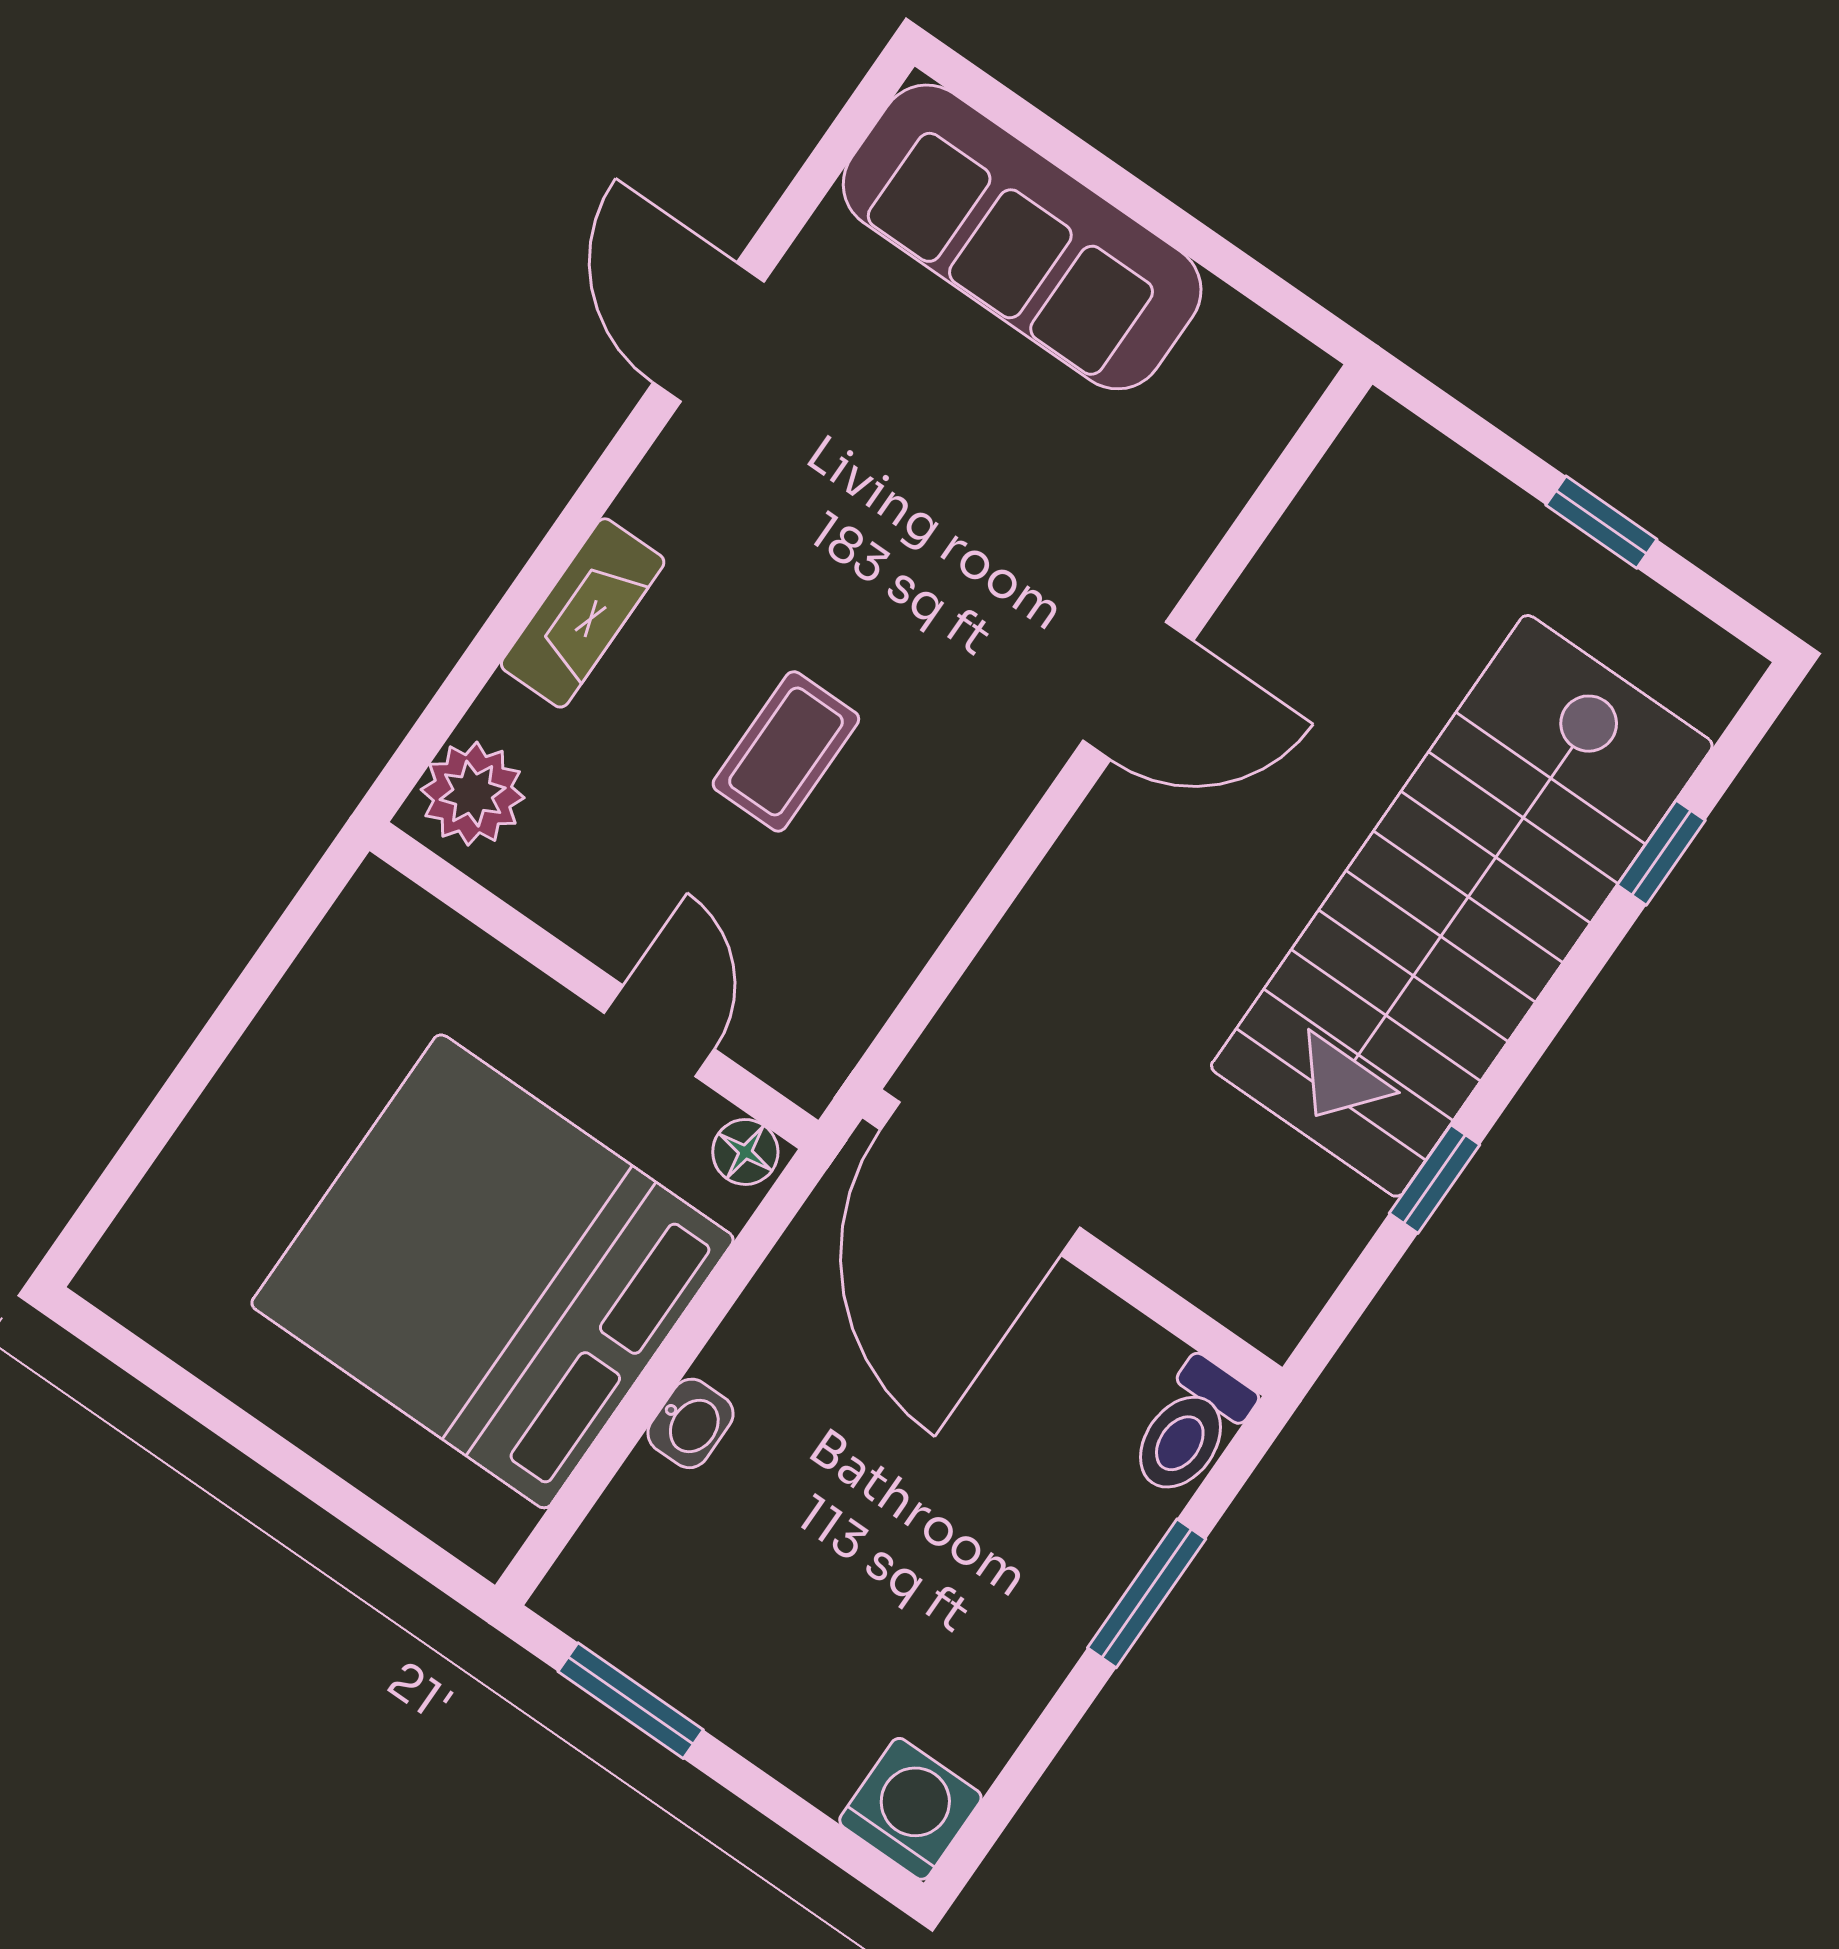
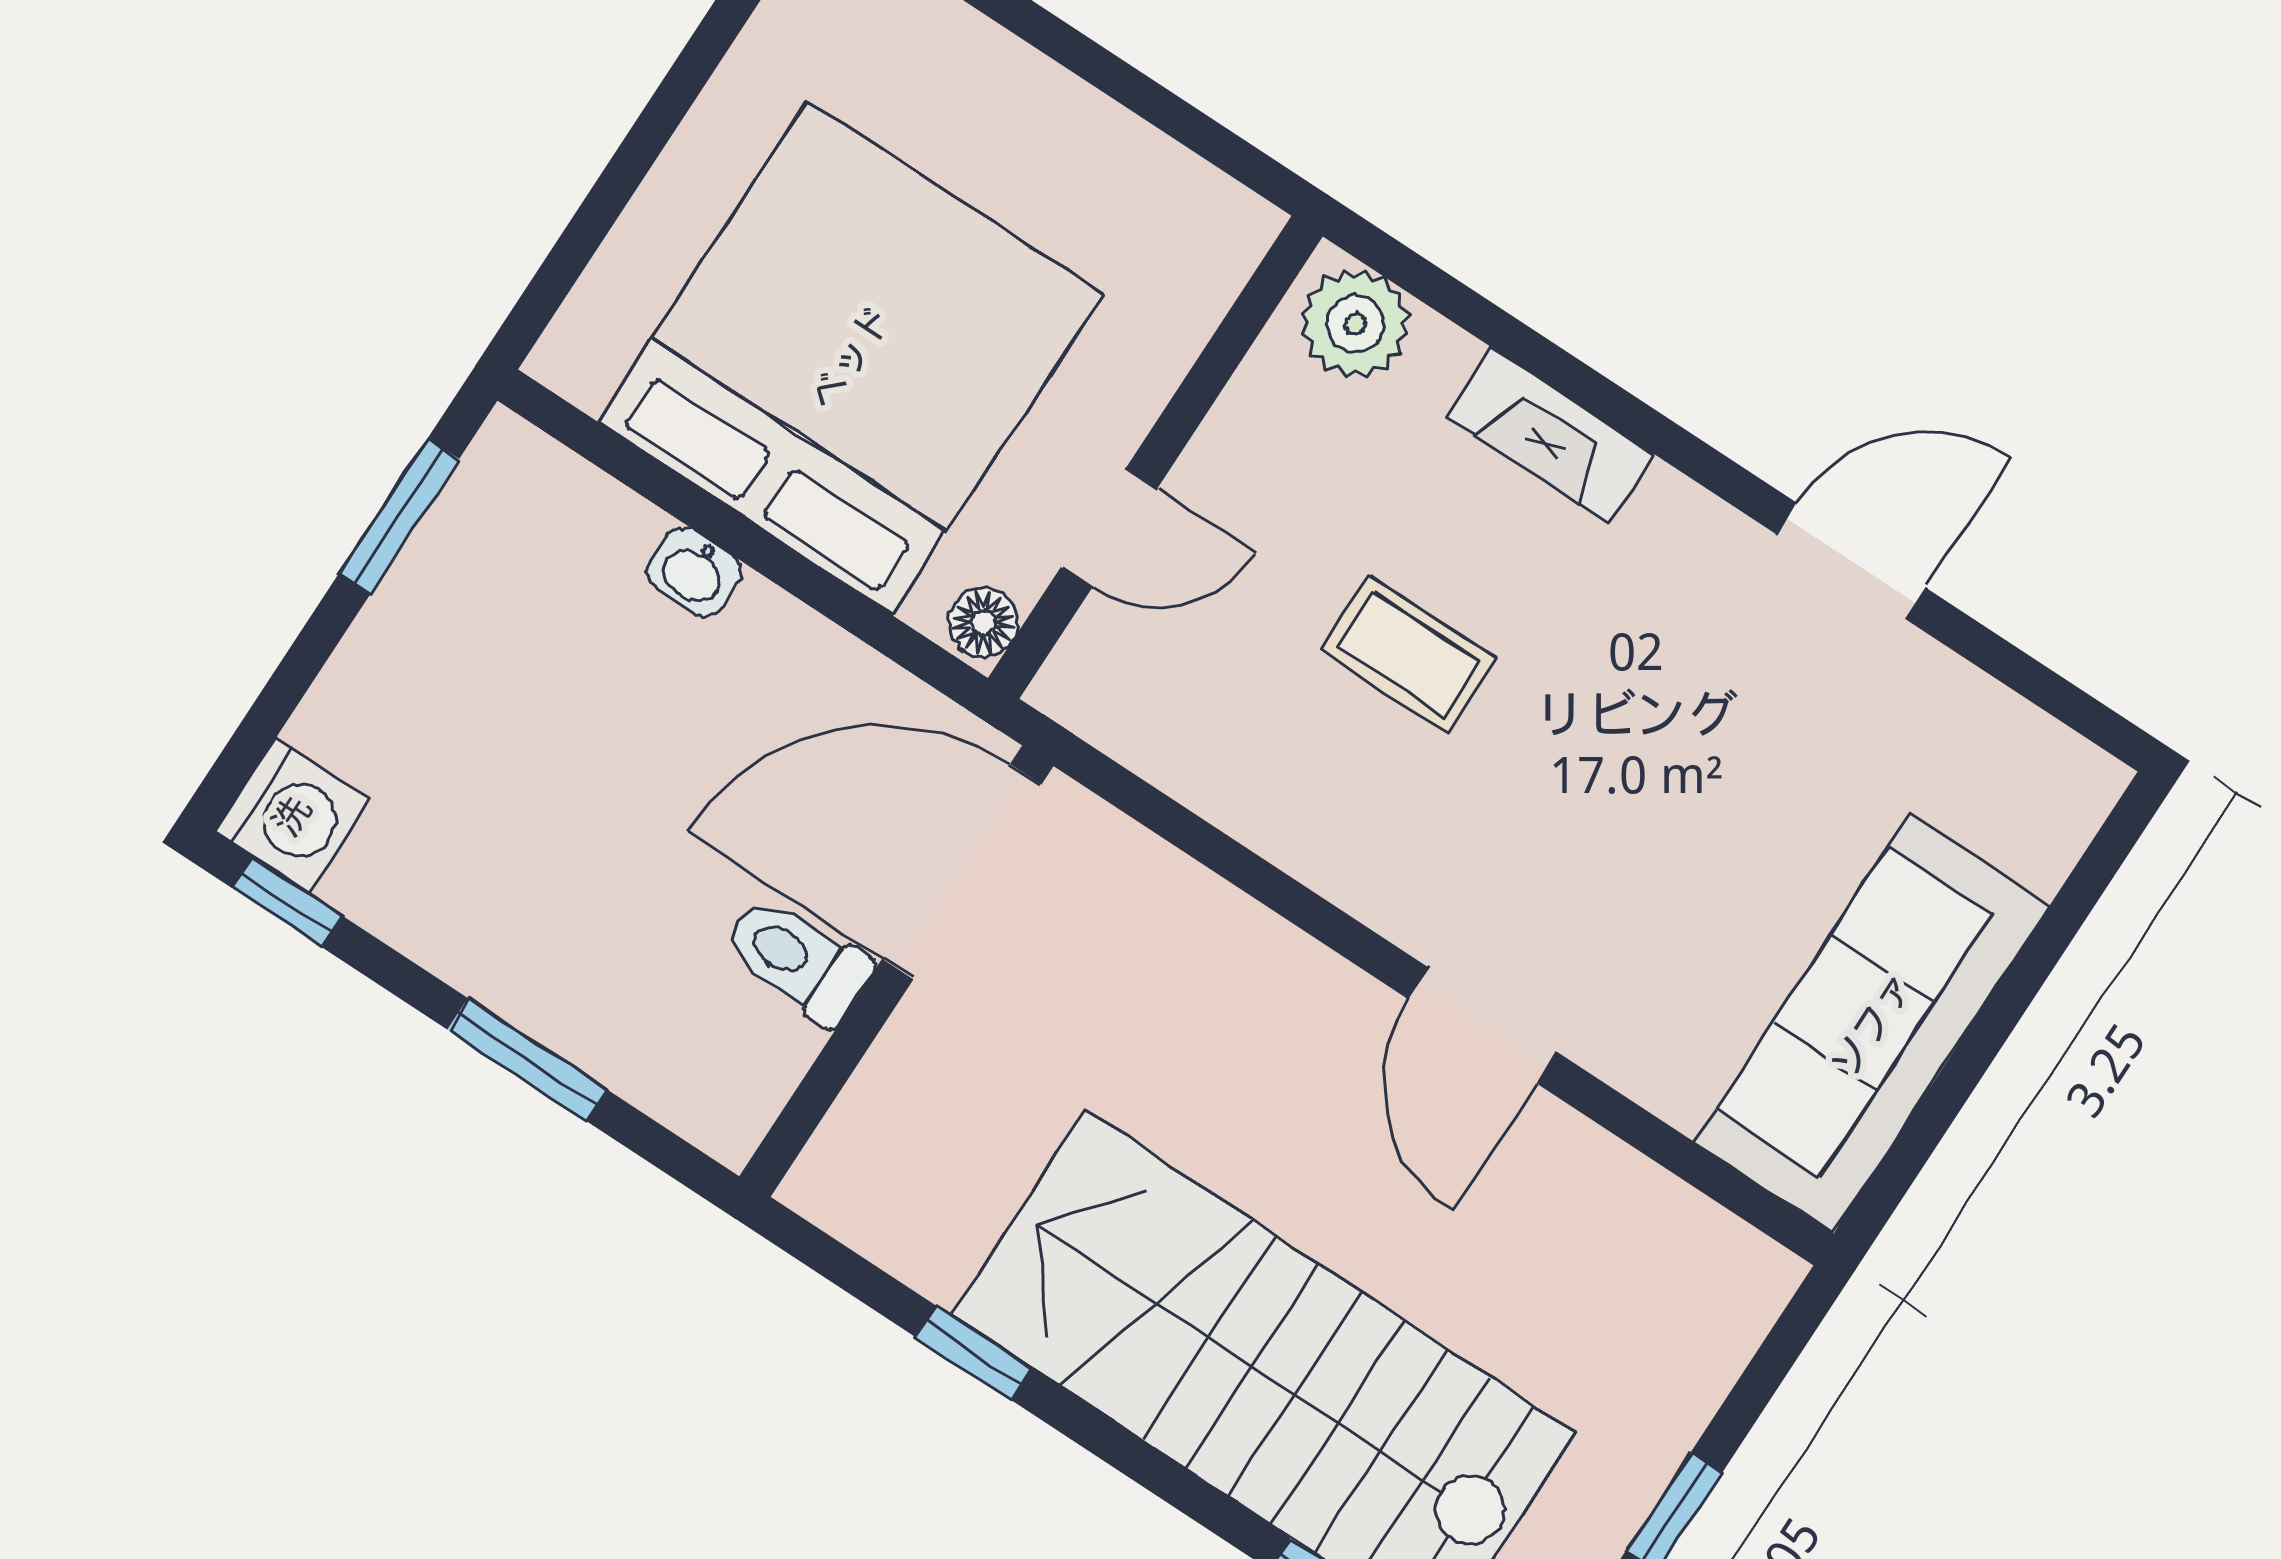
sofa: (1022, 237) -> (1872, 1024), moved
toilet: (1190, 1428) -> (797, 960), moved
window: (992, 1816) -> (287, 902), added

